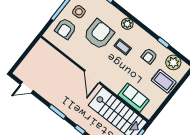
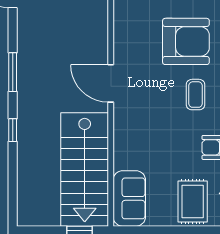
door: (92, 77) -> (111, 83), hinge flipped
sofa: (134, 98) -> (129, 198), moved

